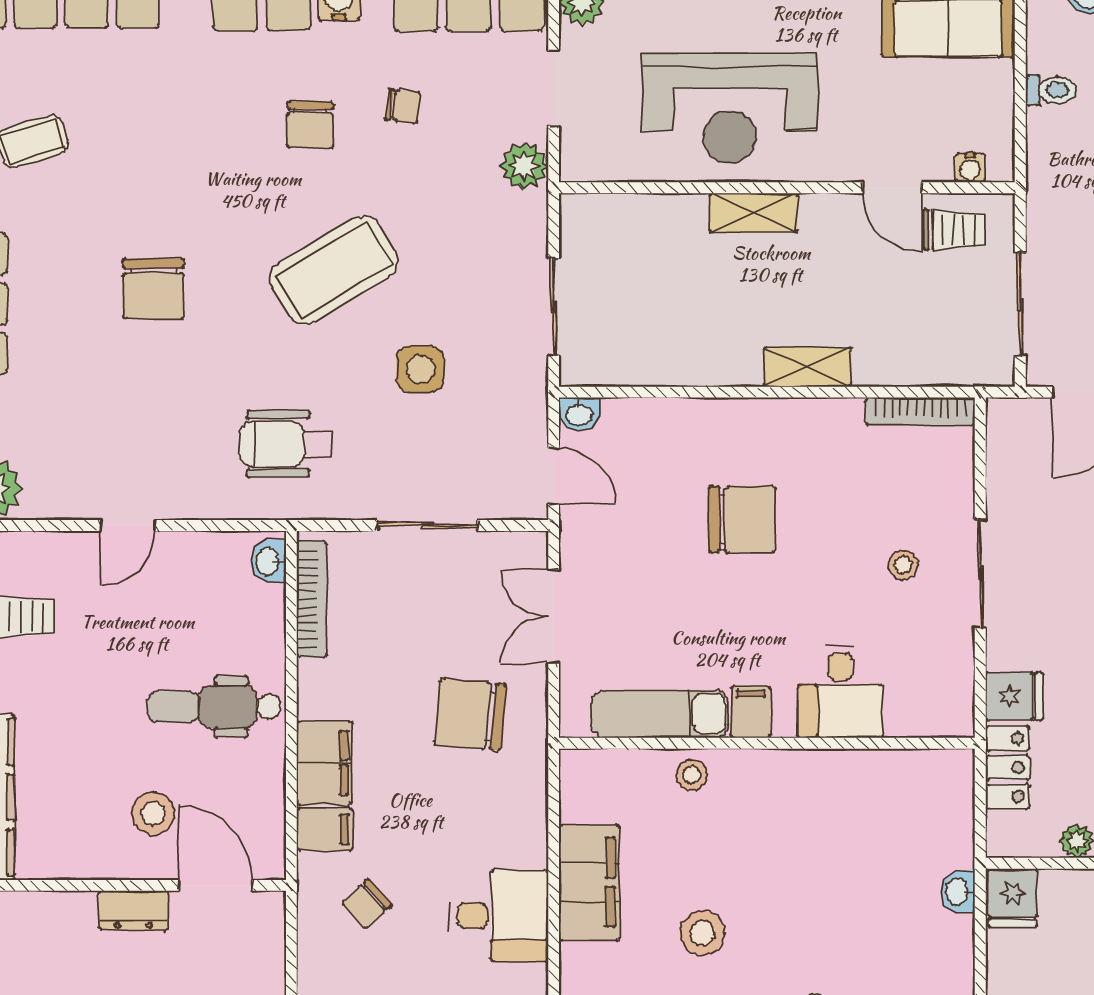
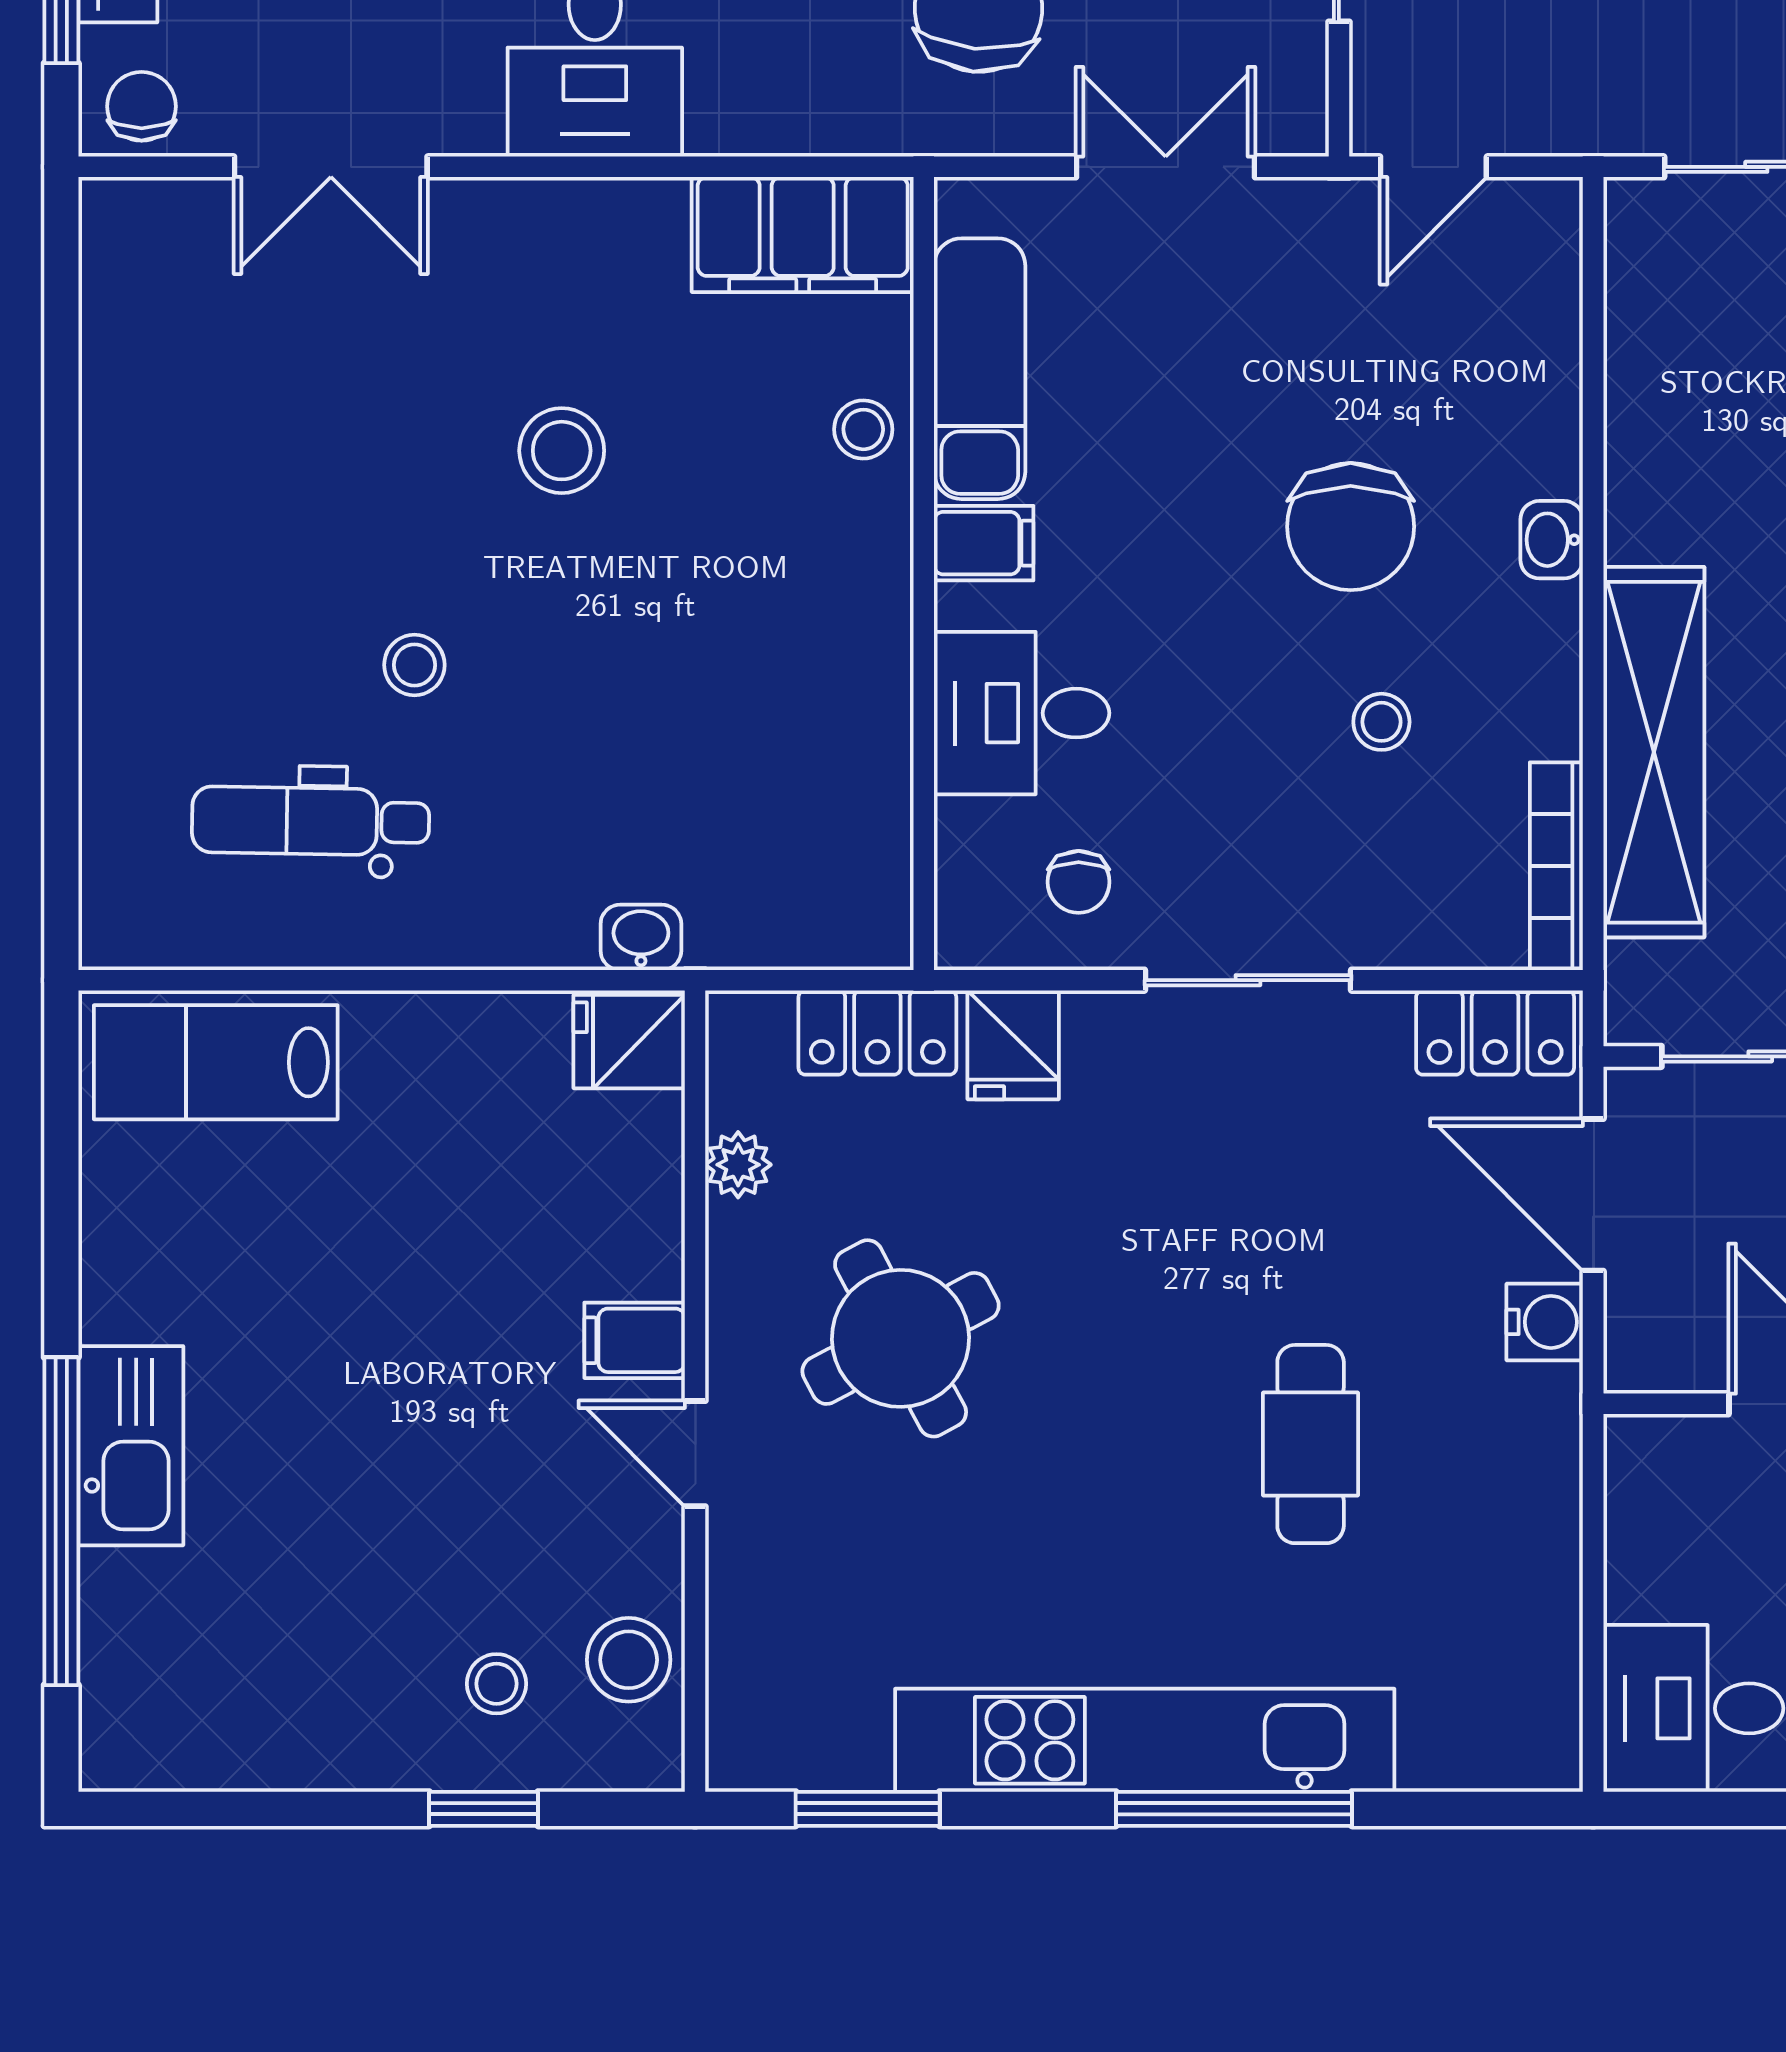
shelving: (808, 367) -> (1654, 752), width x2.20, depth x1.33
washbasin: (579, 414) -> (1552, 540), moved
locker: (1008, 444) -> (1495, 1033), added
stool: (903, 565) -> (1381, 722), moved
chair: (929, 662) -> (1079, 882), added
filing cabinet: (589, 882) -> (803, 235), moved

